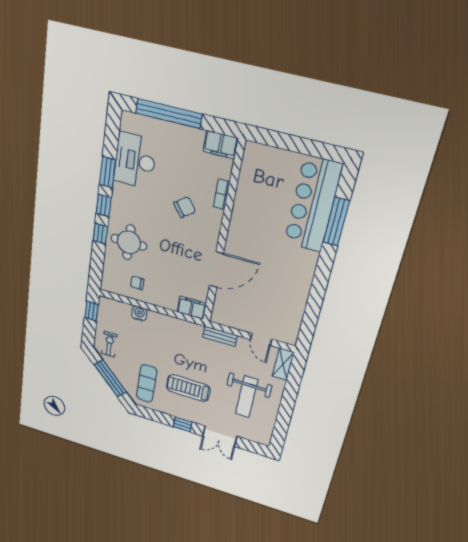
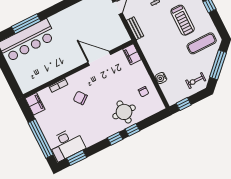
desk: (135, 161) -> (67, 144), moved
window: (107, 172) -> (77, 158), moved

